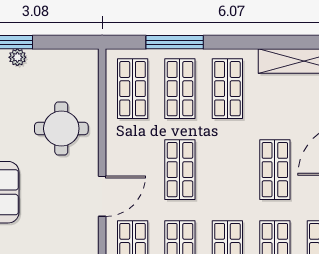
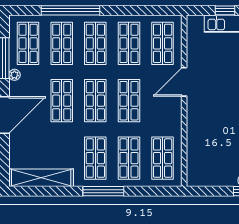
window: (175, 42) -> (103, 191), moved
round table: (61, 129) -> (213, 130), removed
shop shelf: (227, 170) -> (95, 101), added

